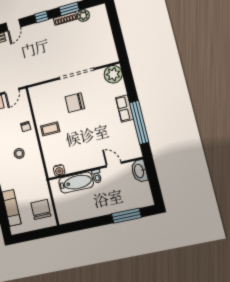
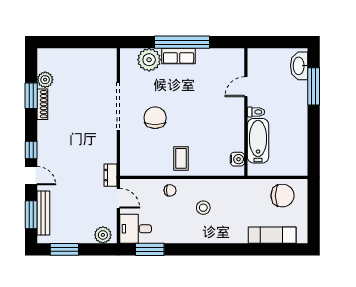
window: (42, 17) -> (31, 150), moved
plant: (113, 74) -> (149, 60), moved
dresser: (27, 81) -> (110, 175), added
chair: (75, 103) -> (155, 118), turned 180
window: (139, 122) -> (182, 42), moved
washbasin: (139, 171) -> (299, 66), moved, turned 90
chair: (41, 209) -> (282, 196), turned 180

